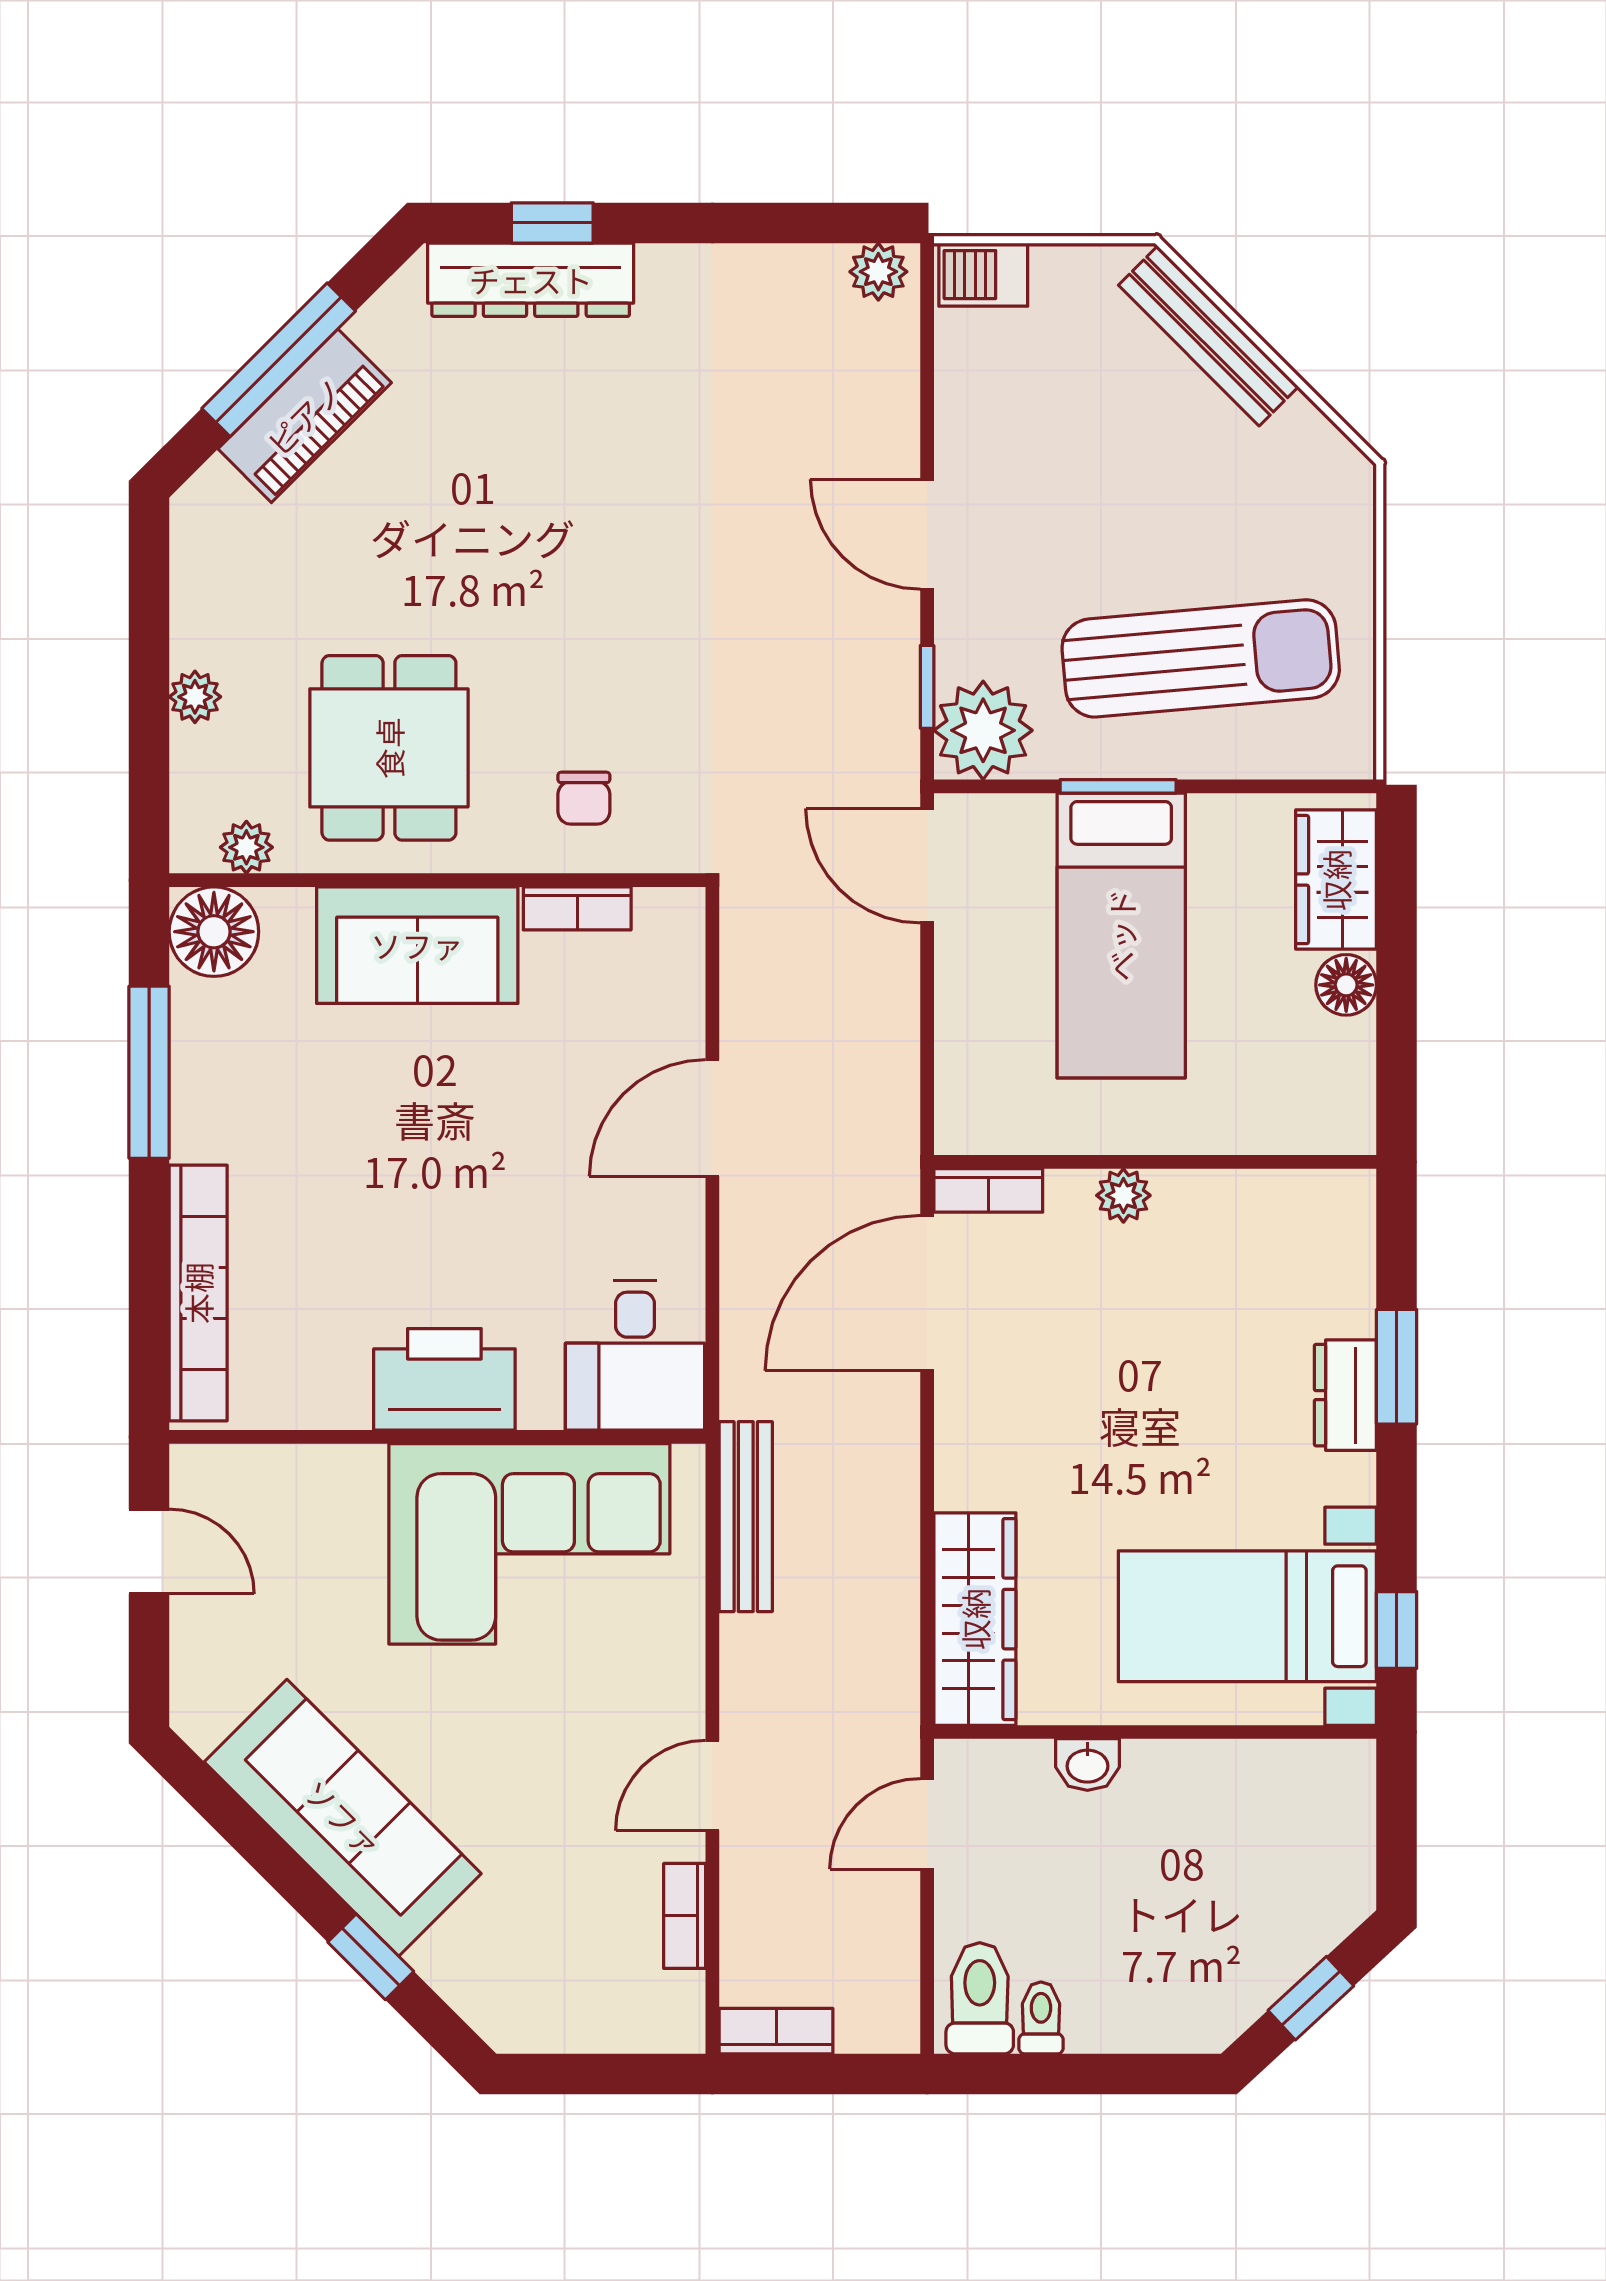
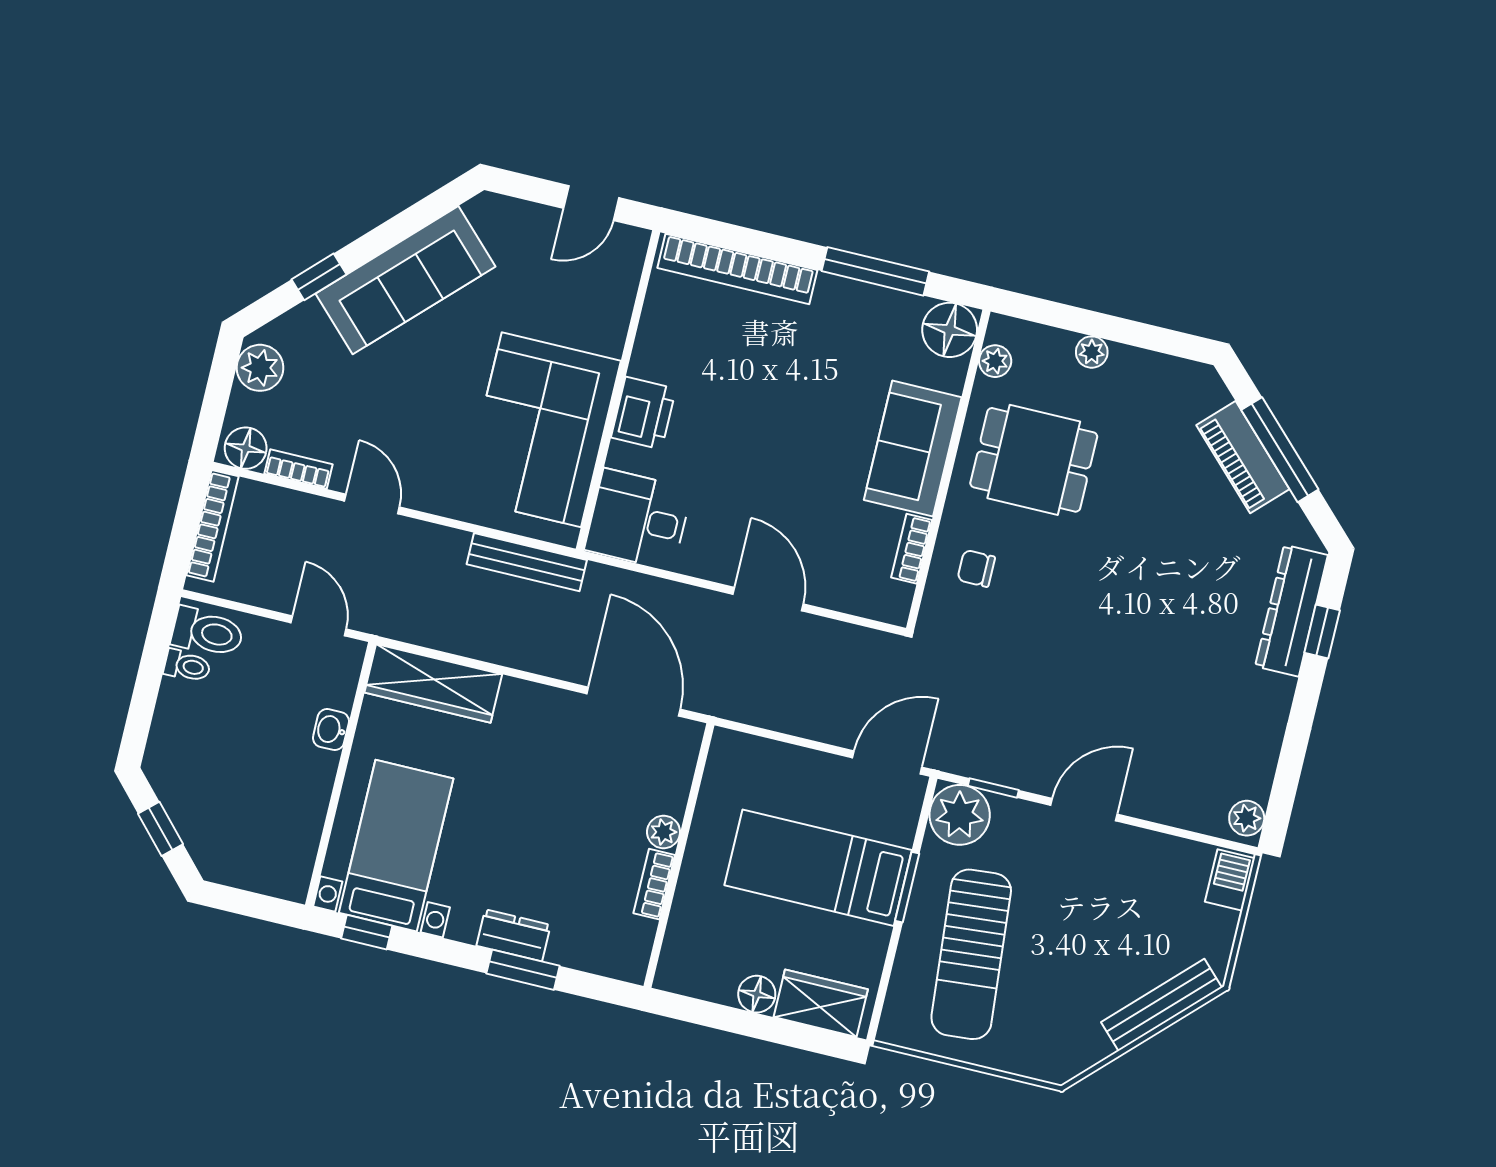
bookcase: (988, 1190) -> (654, 884), moved
printer: (444, 1379) -> (644, 413), width x0.73, depth x0.84
floor lamp: (672, 2008) -> (246, 448), added
plant: (538, 2016) -> (260, 368), added
bookcase: (776, 2031) -> (213, 526), width x1.56

